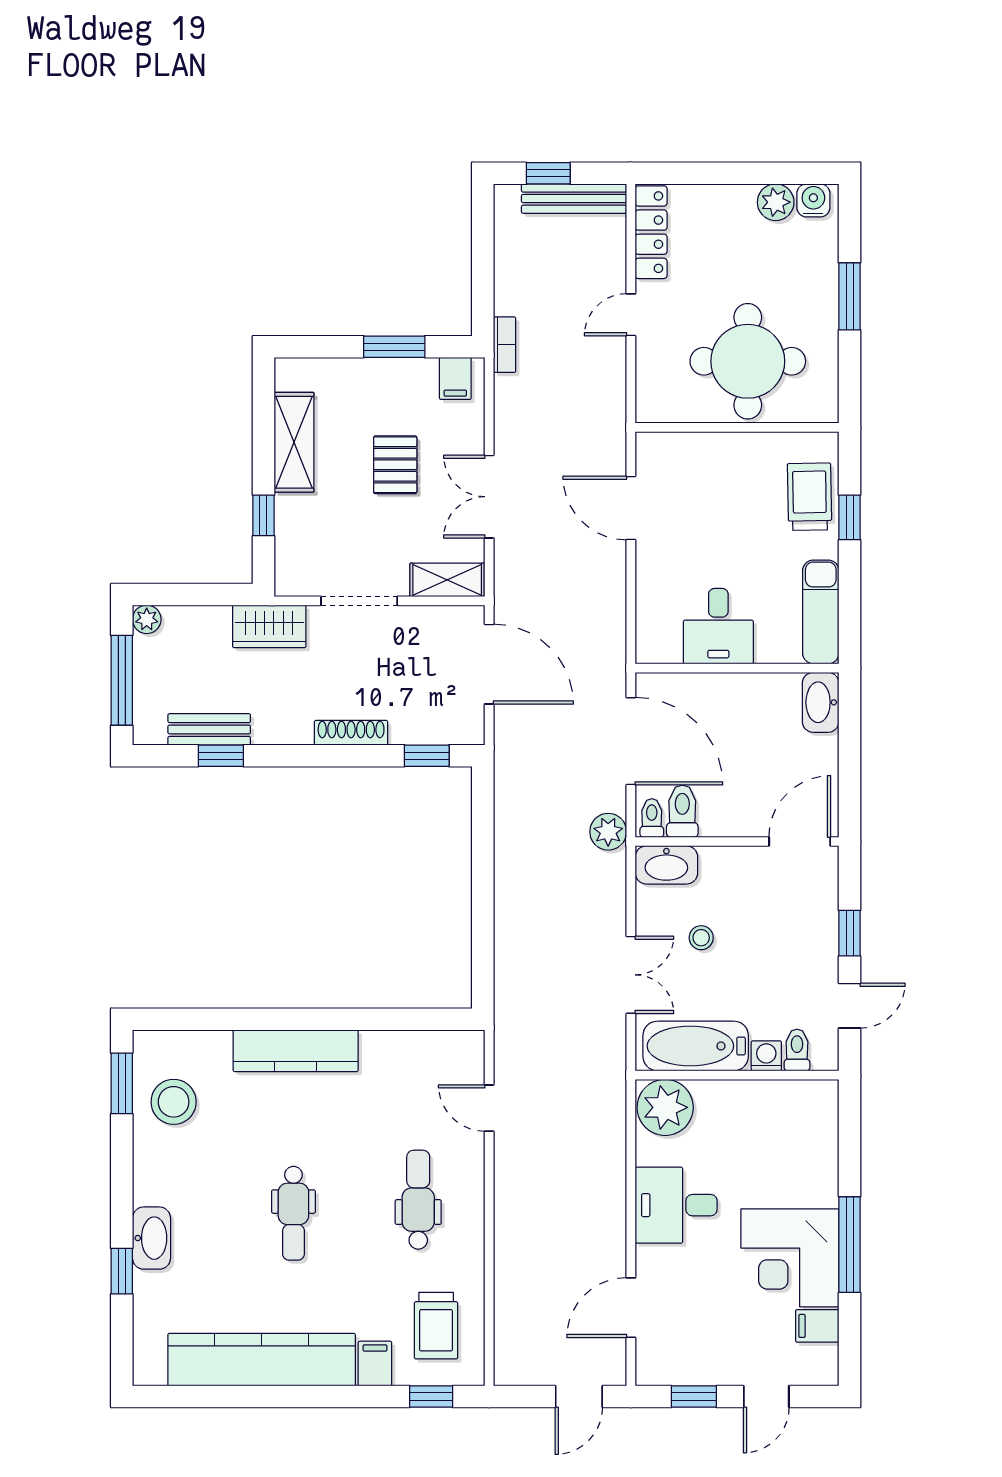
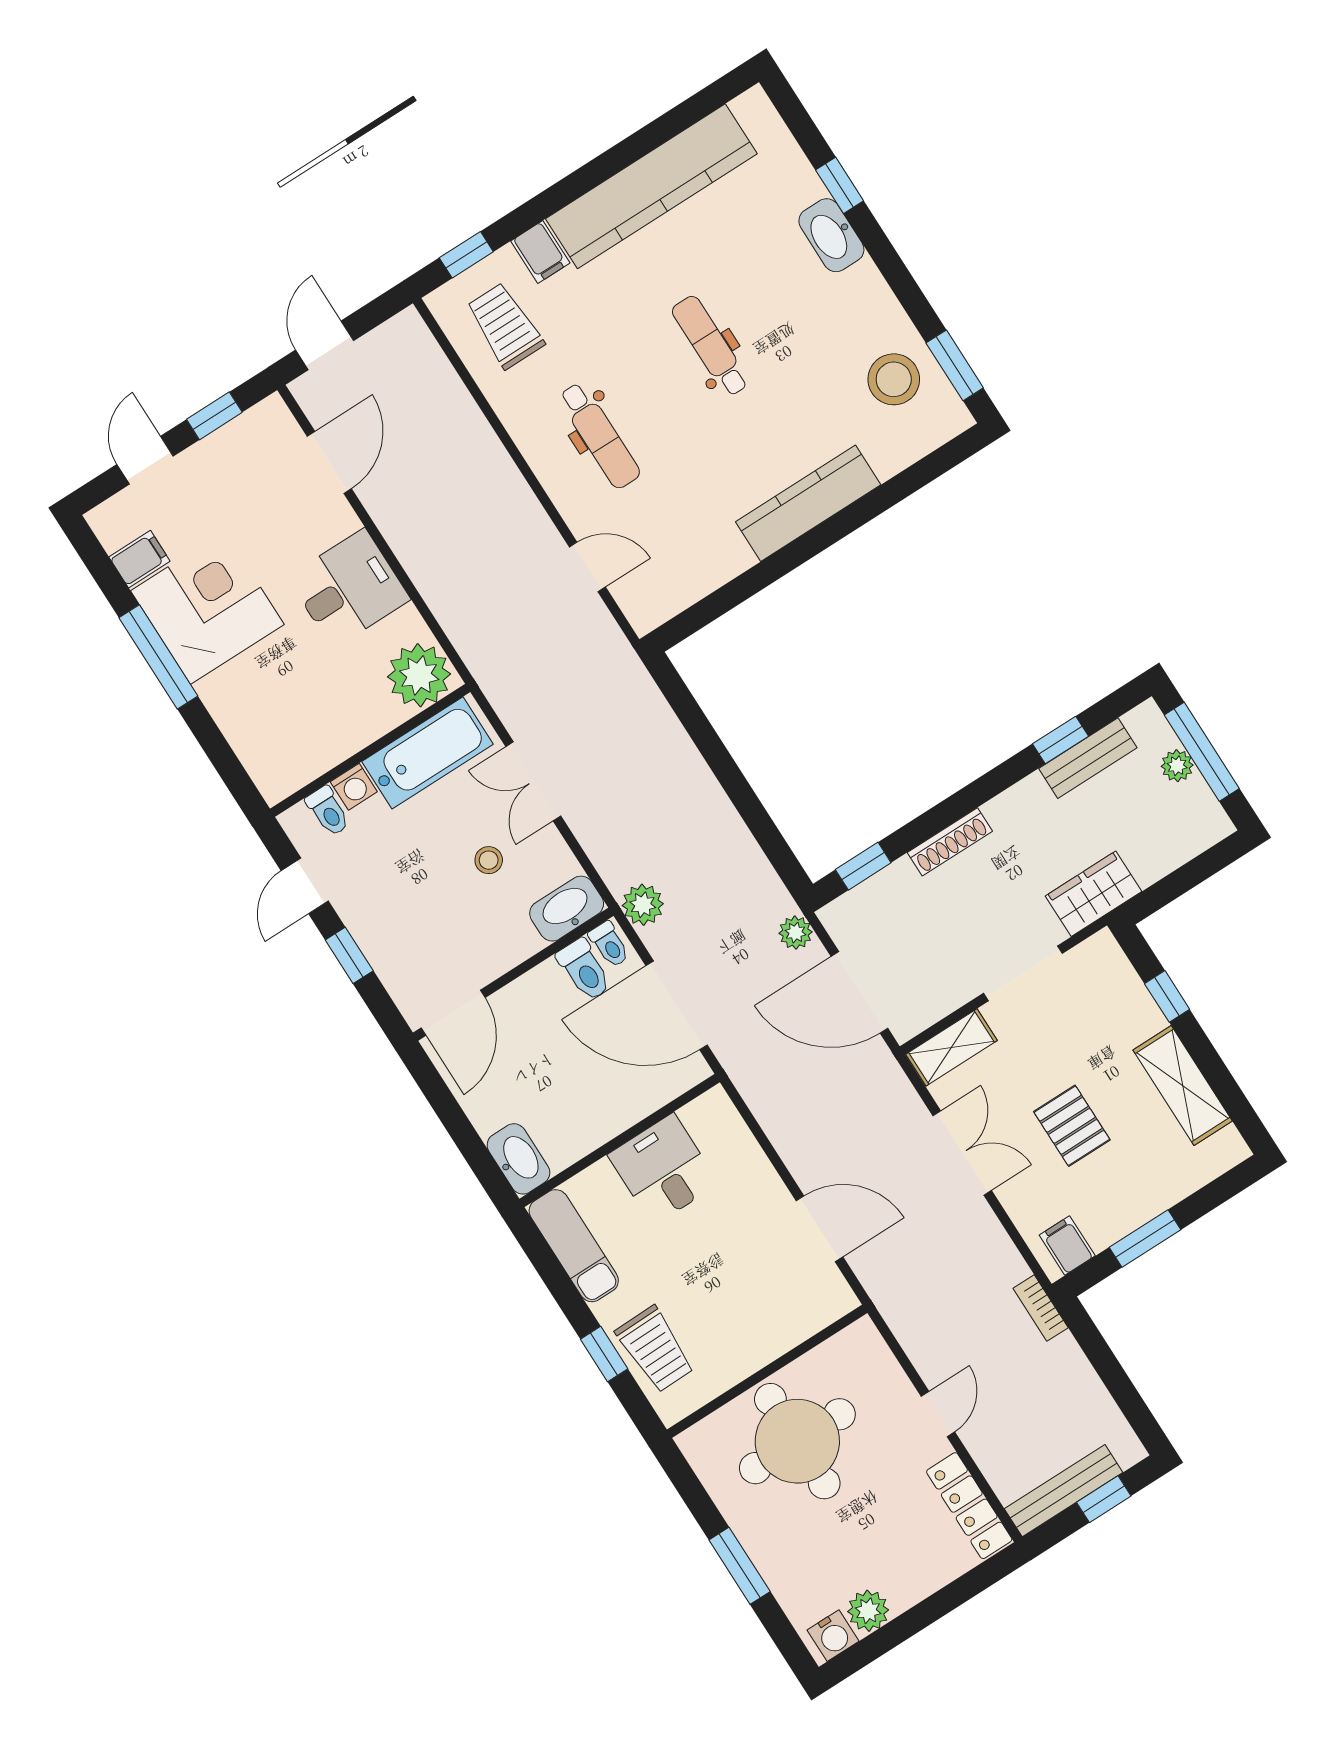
plant: (147, 619) -> (1177, 766), moved
plant: (508, 739) -> (795, 933), added

